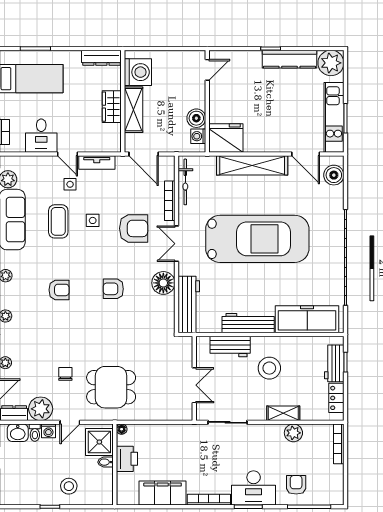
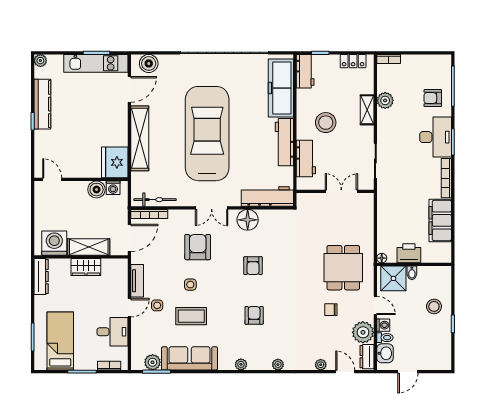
plant: (331, 63) -> (40, 61), width x0.53, depth x0.53
bookcase: (170, 201) -> (149, 214), moved
workbench: (334, 363) -> (305, 71), moved, turned -90
bookcase: (339, 444) -> (389, 59), width x0.64

